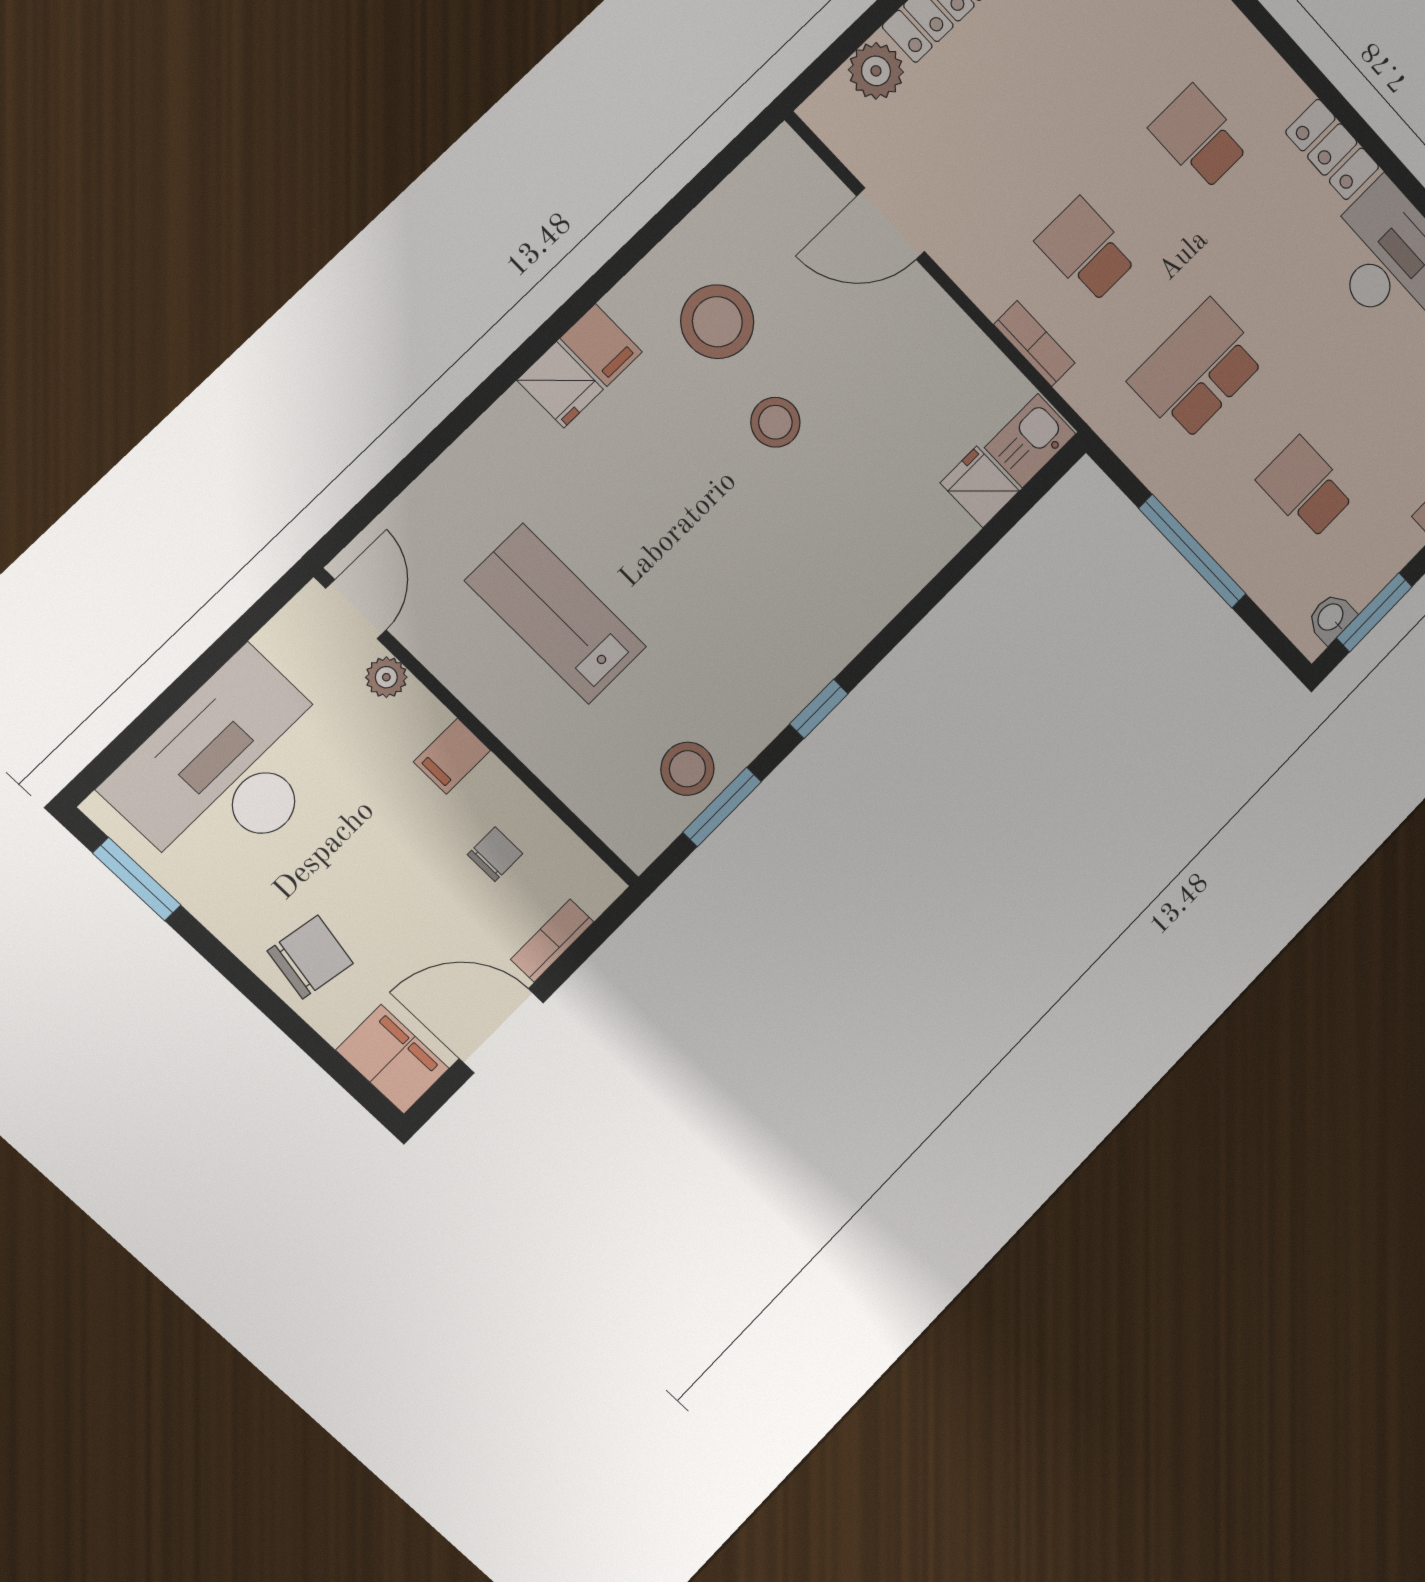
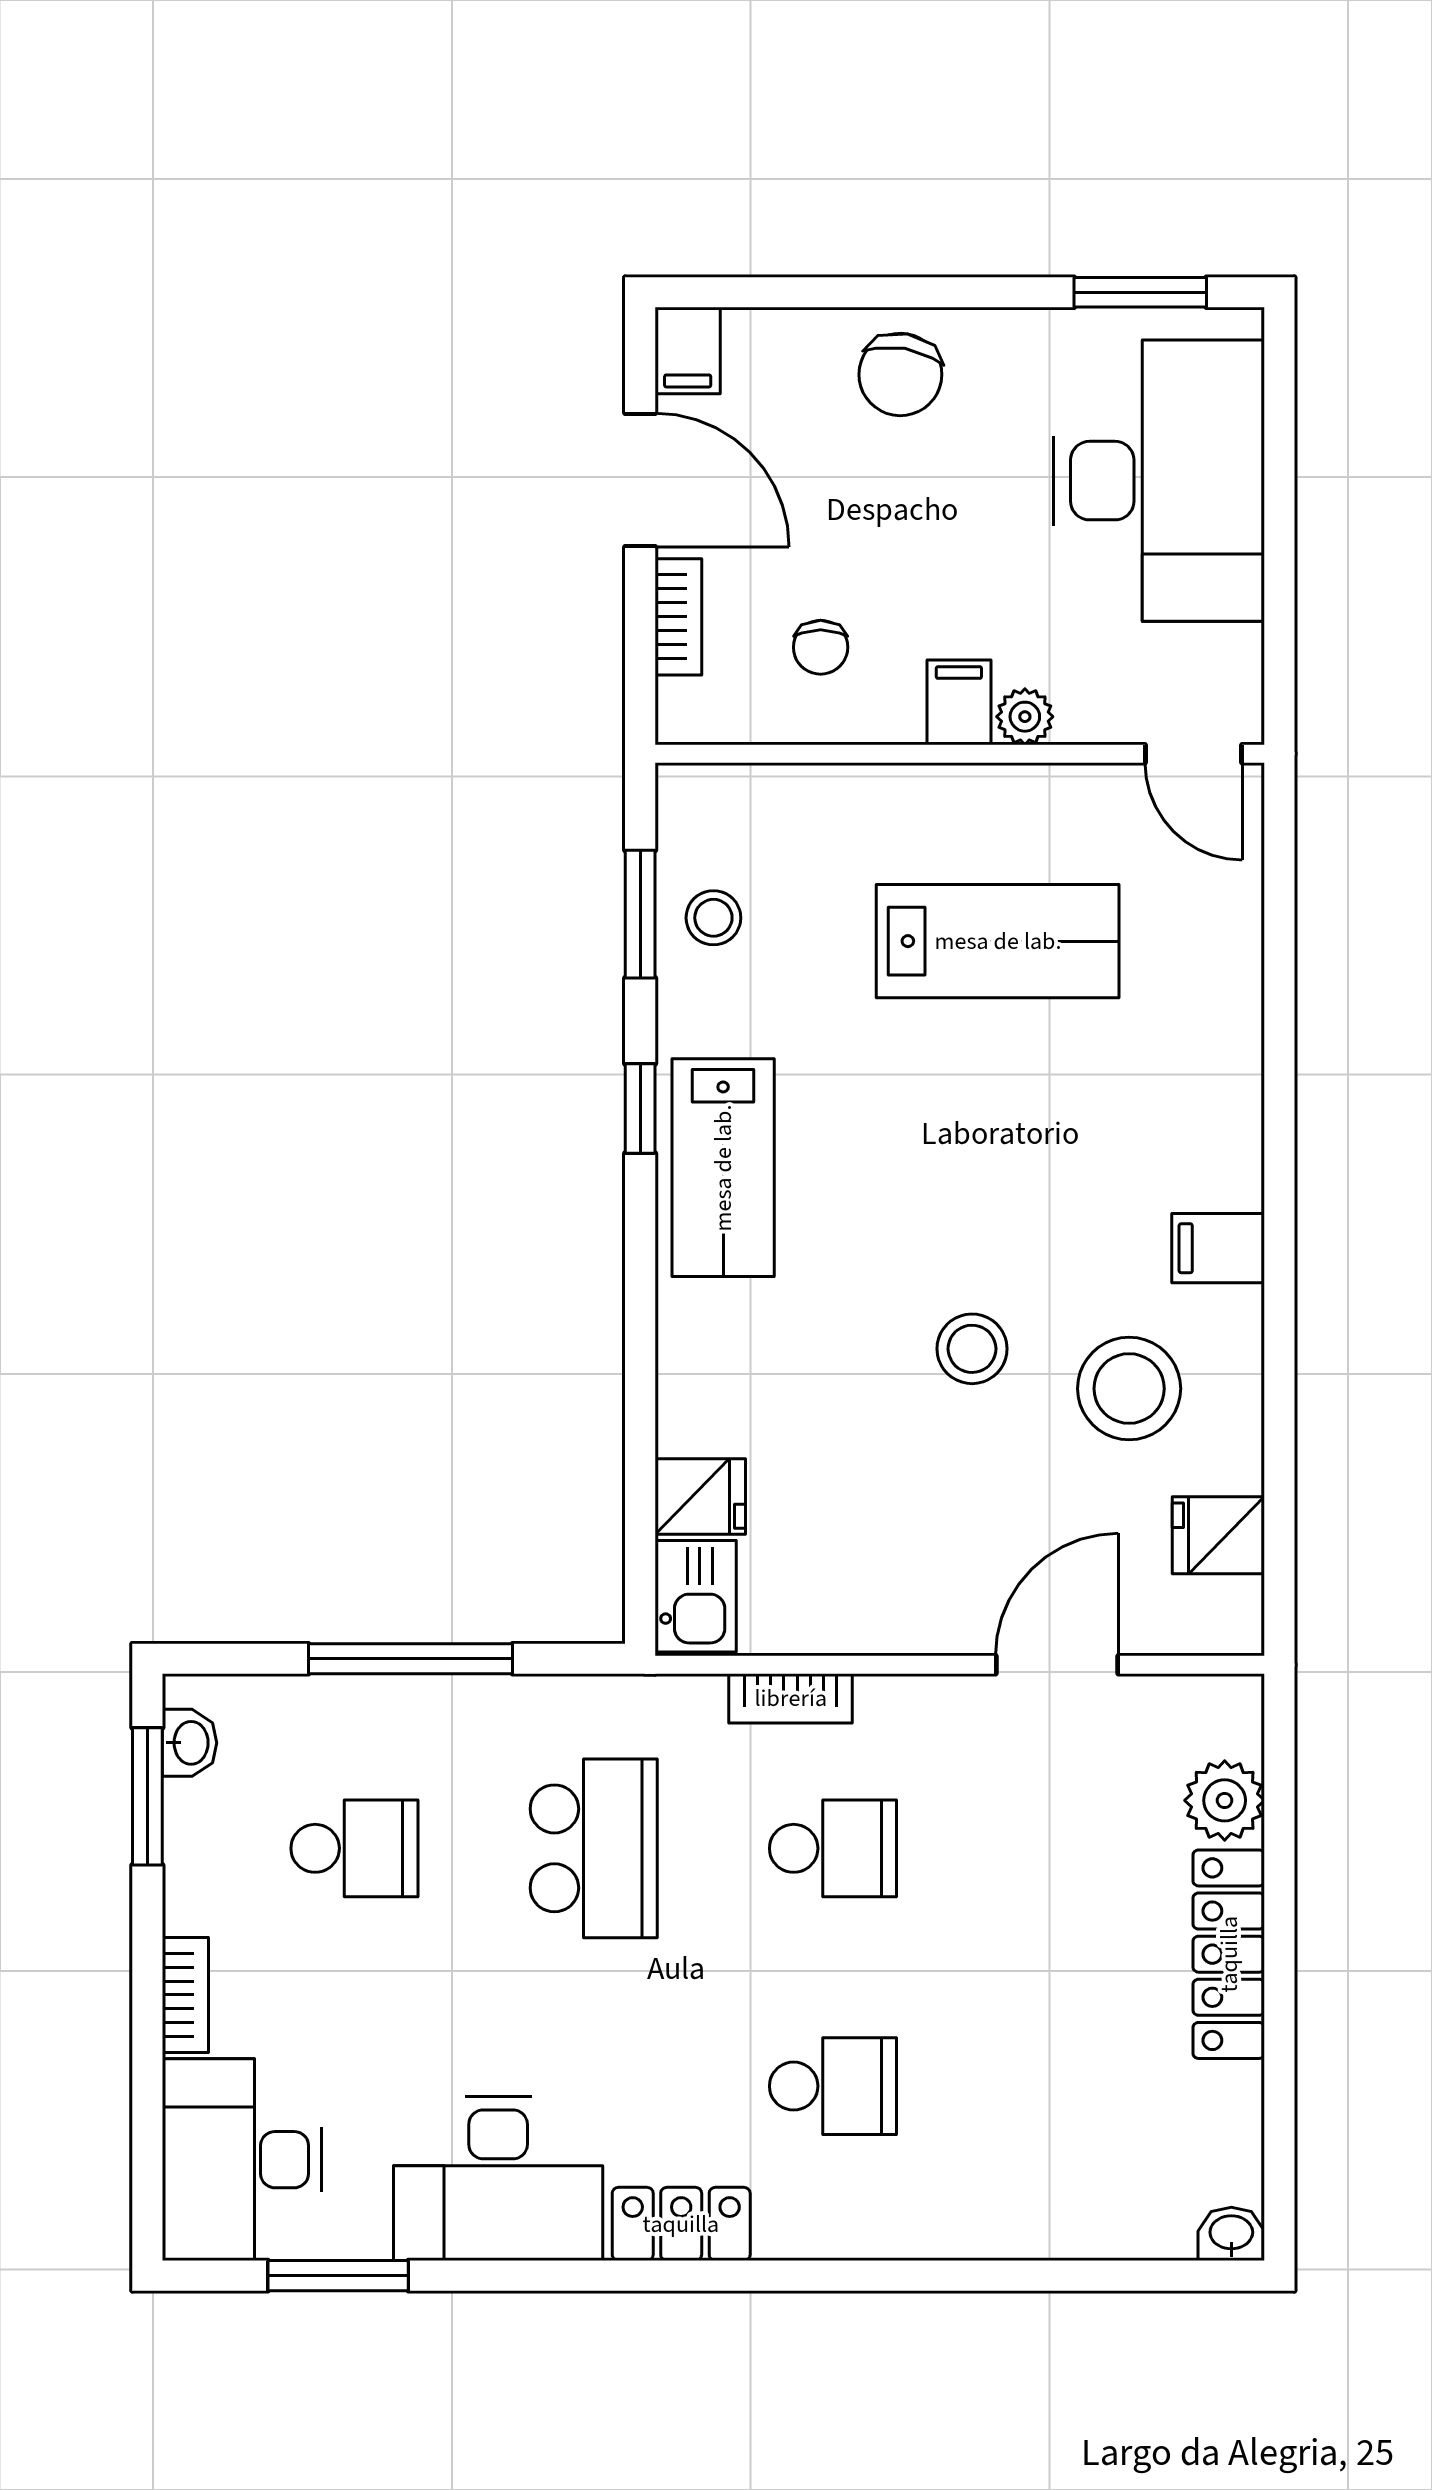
fridge: (560, 385) -> (1218, 1535), moved
lab bench: (808, 638) -> (723, 1168), added
plant: (386, 677) -> (1025, 717), moved
stool: (687, 769) -> (713, 918), width x0.73, depth x0.73
door: (501, 1031) -> (640, 480), hinge flipped
filing cabinet: (393, 1059) -> (688, 351), width x0.50

